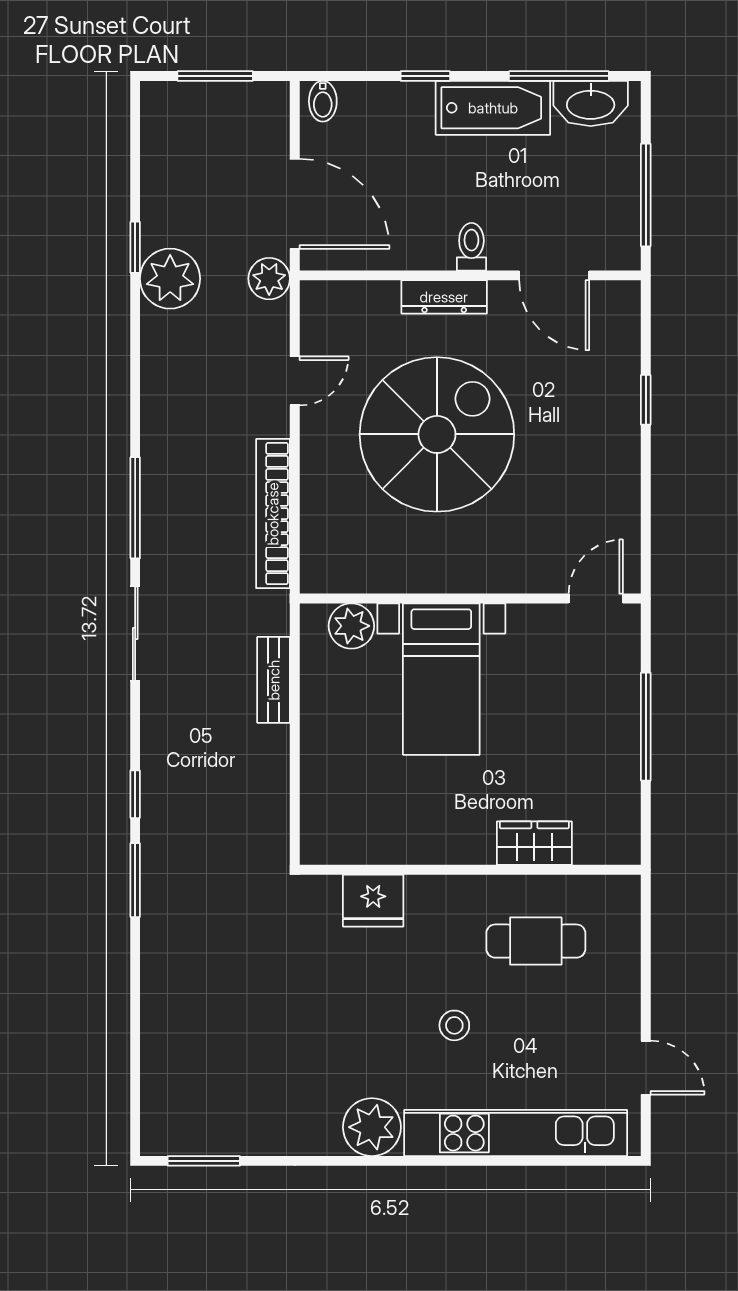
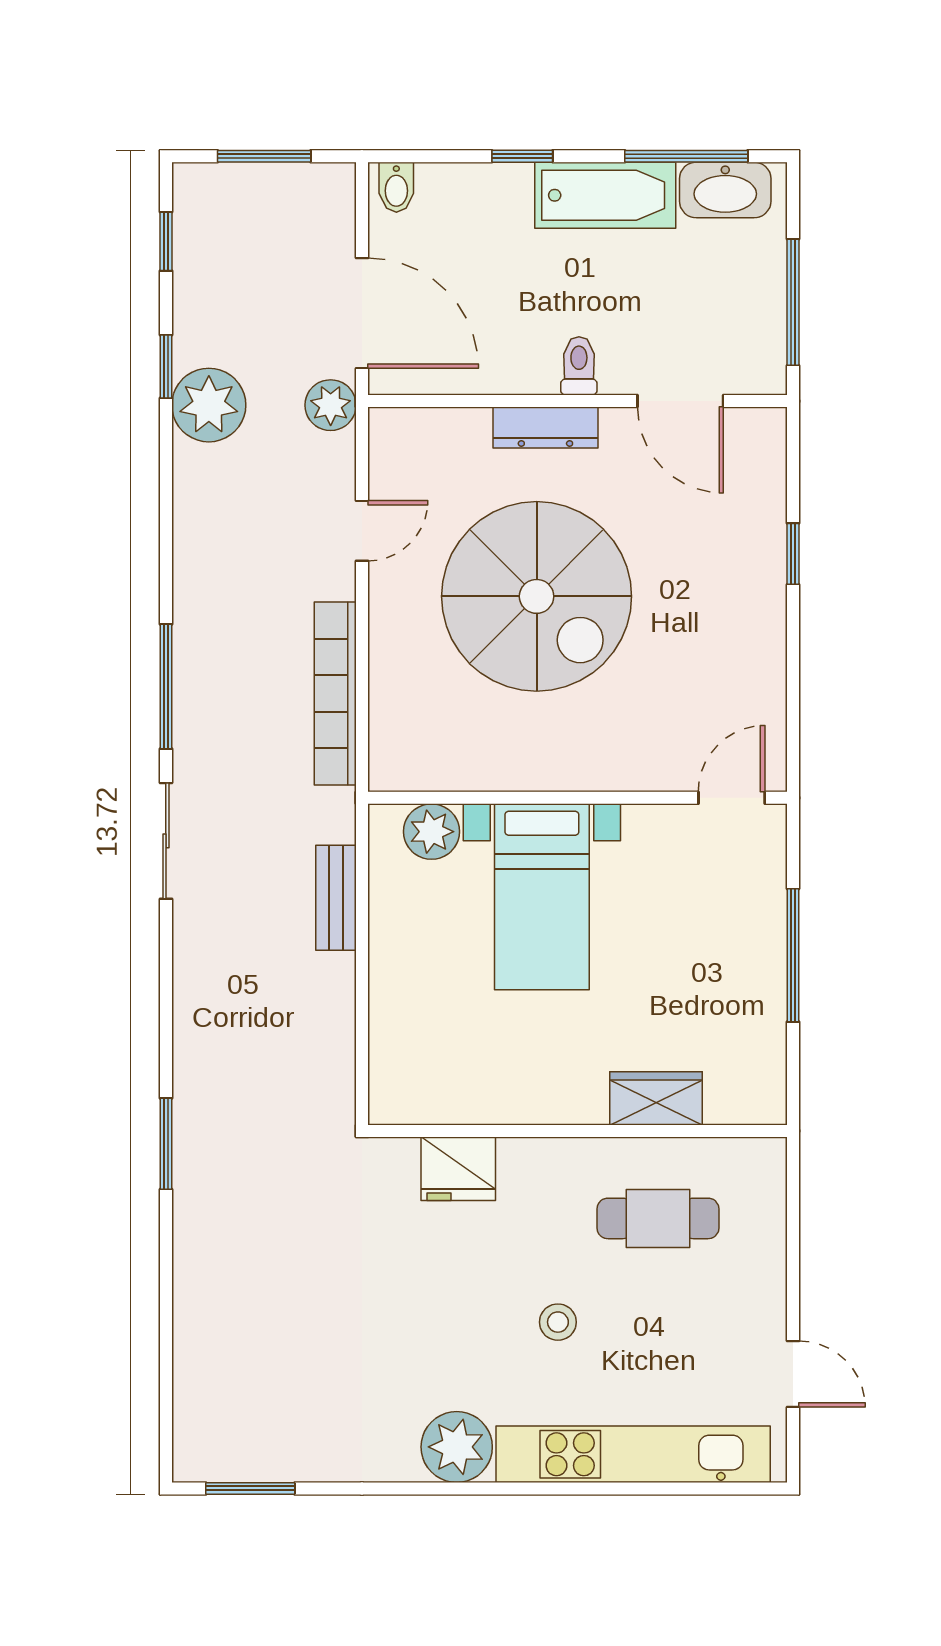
spiral stairs: (437, 434) -> (537, 596), turned 90
window: (135, 794) -> (166, 241), moved

